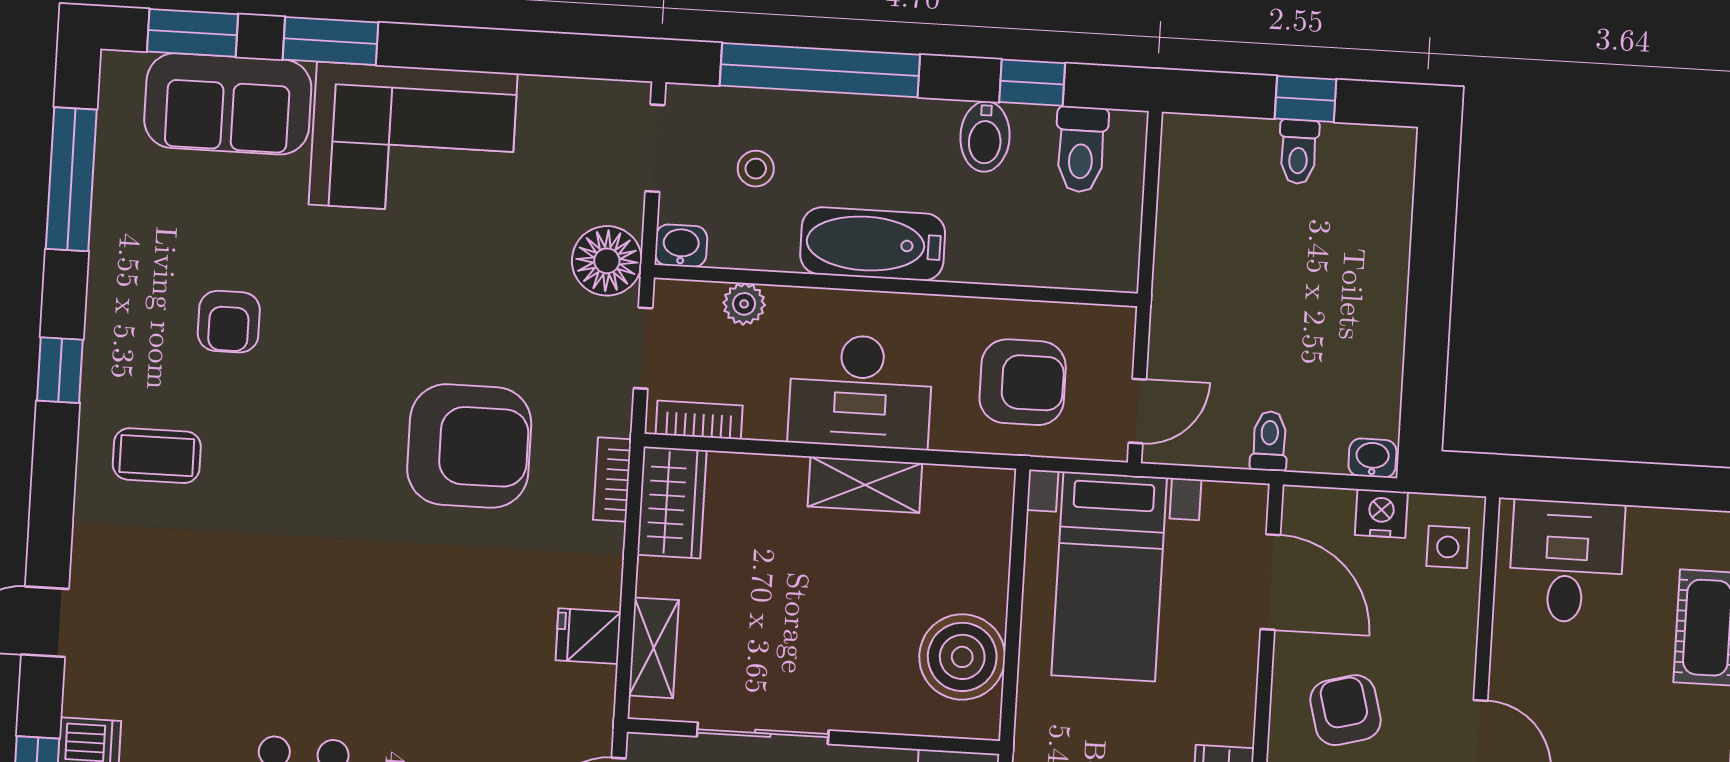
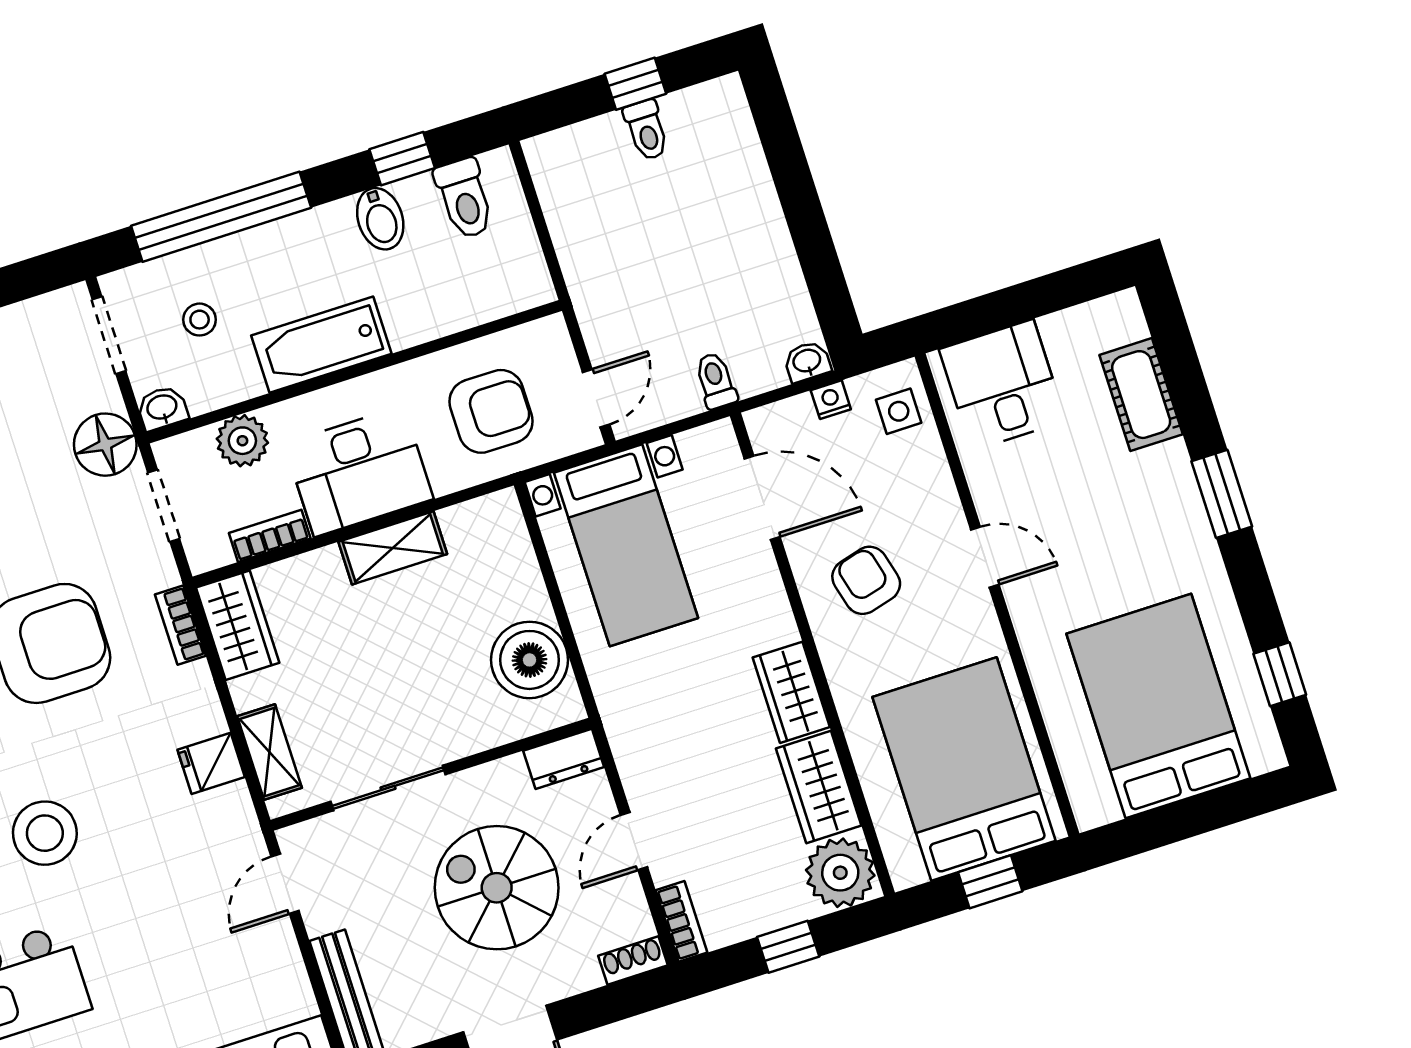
plant: (744, 304) -> (242, 441), width x1.38, depth x1.38
bookcase: (699, 420) -> (270, 536), moved
nightstand: (1381, 513) -> (831, 400), width x0.72, depth x0.74
stool: (387, 642) -> (45, 833), added

